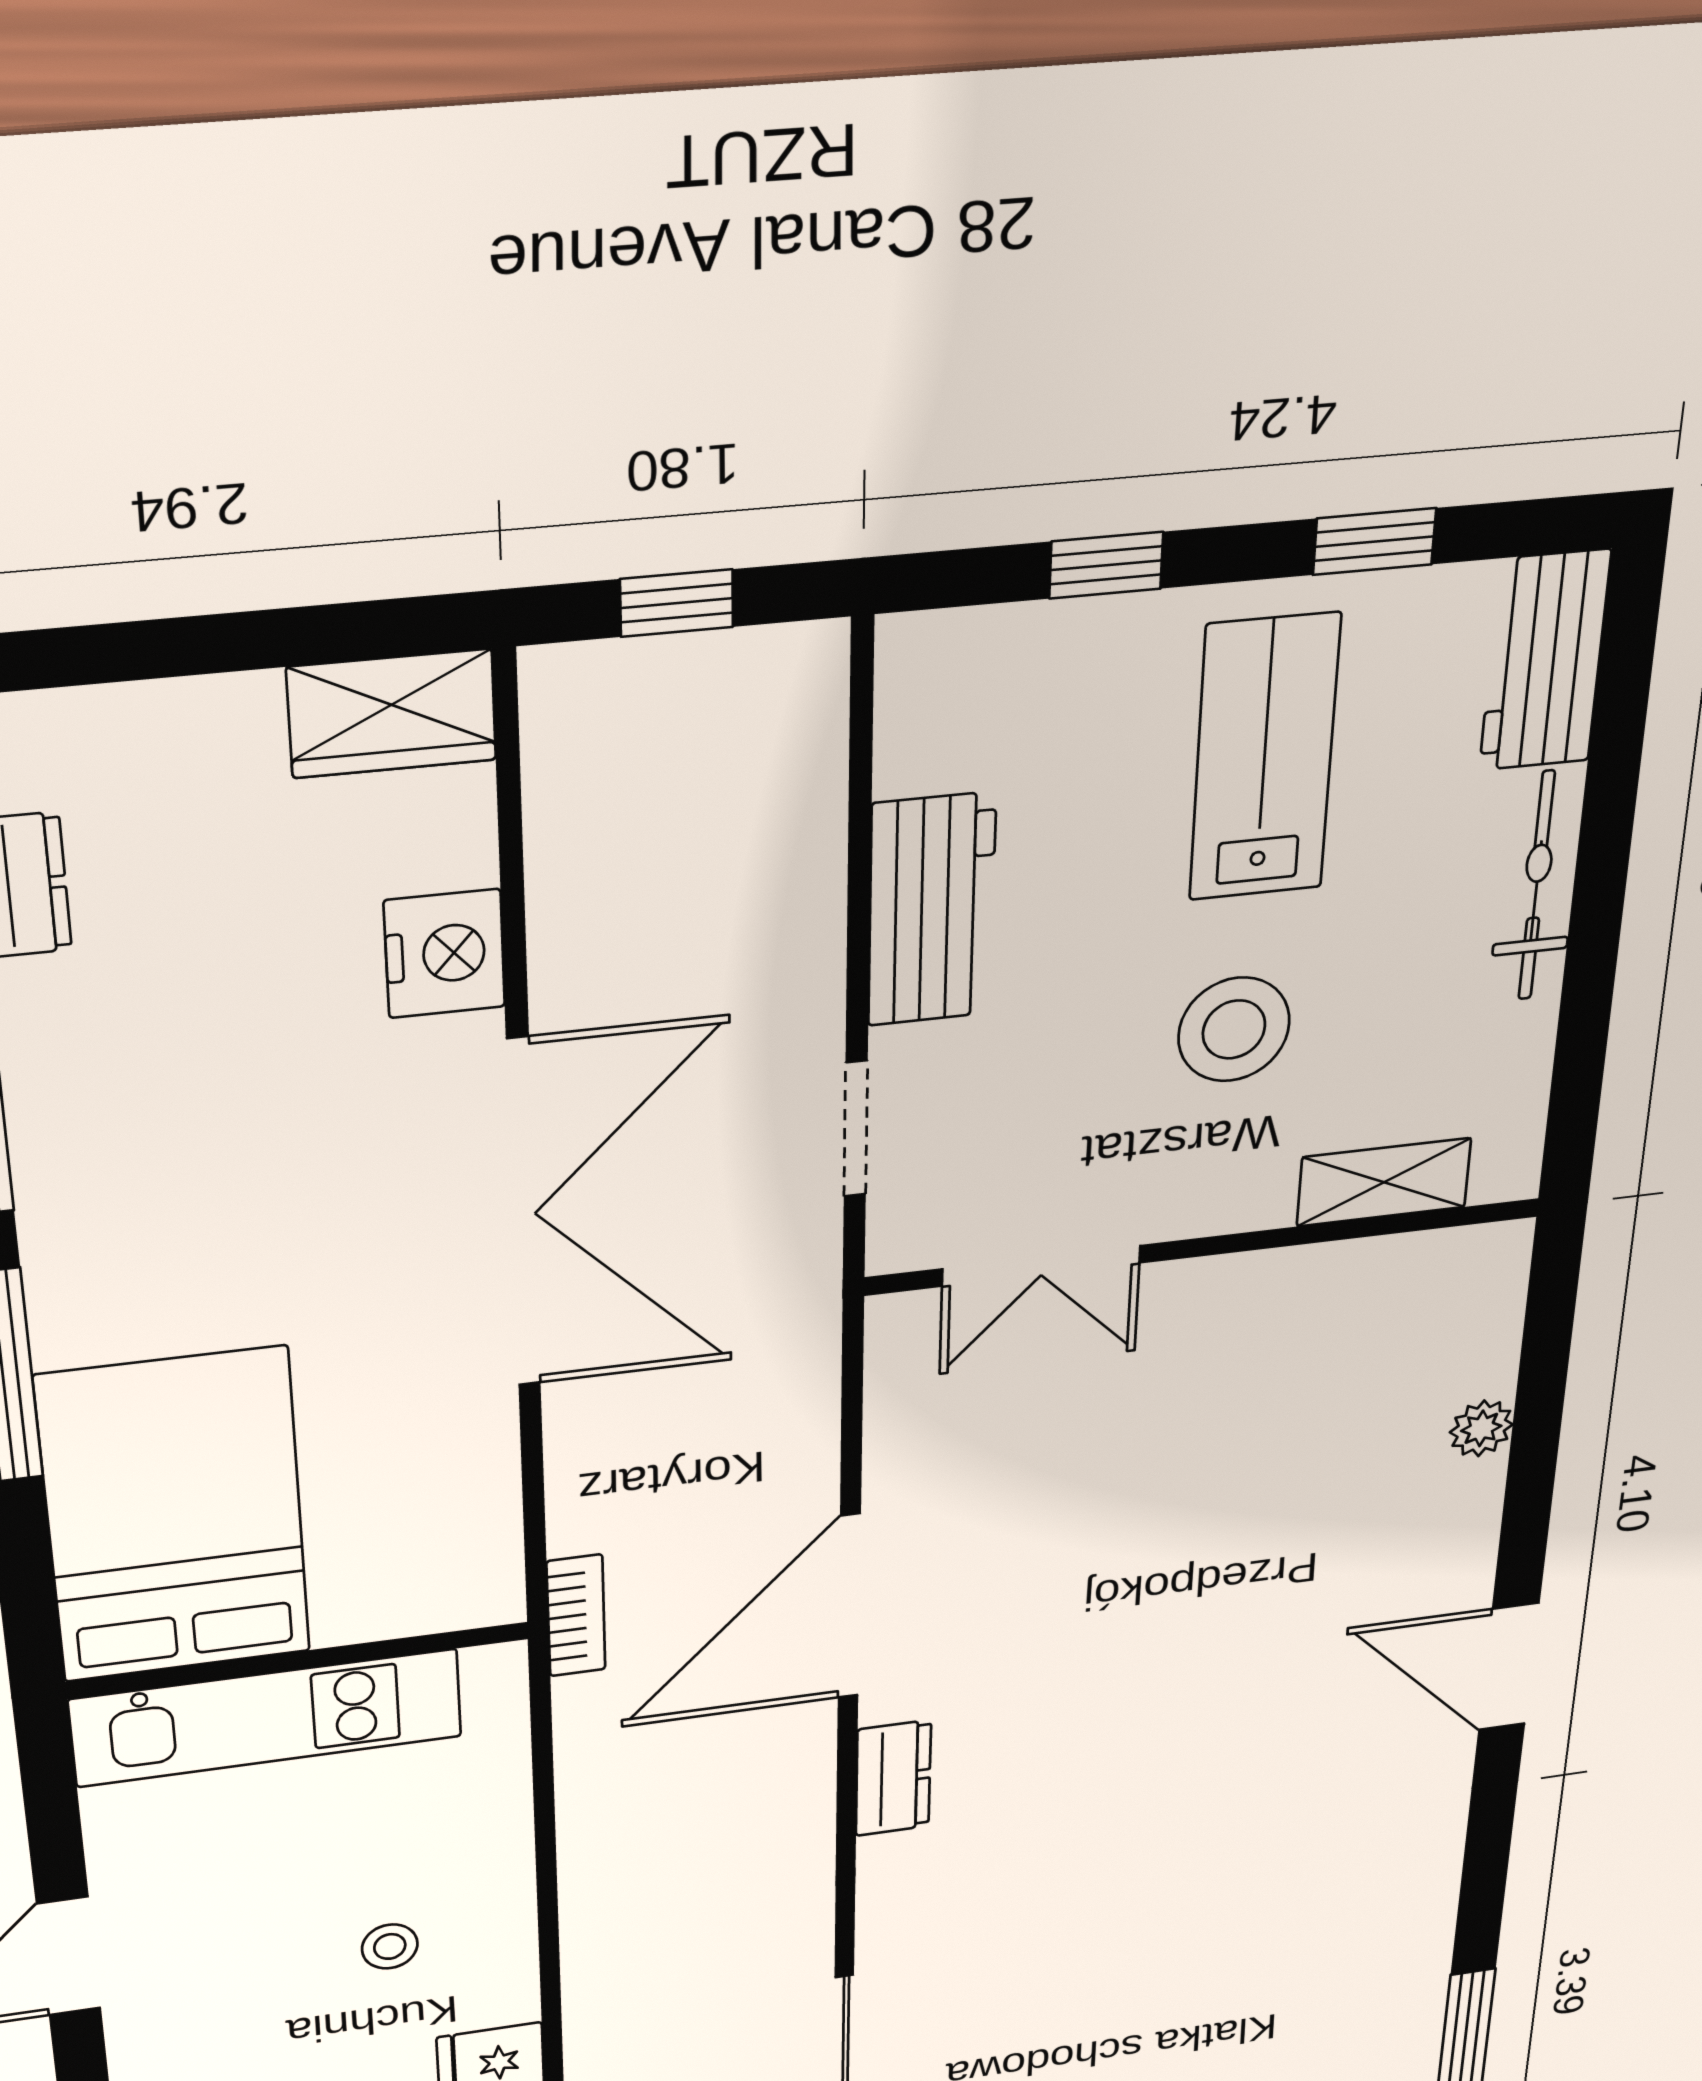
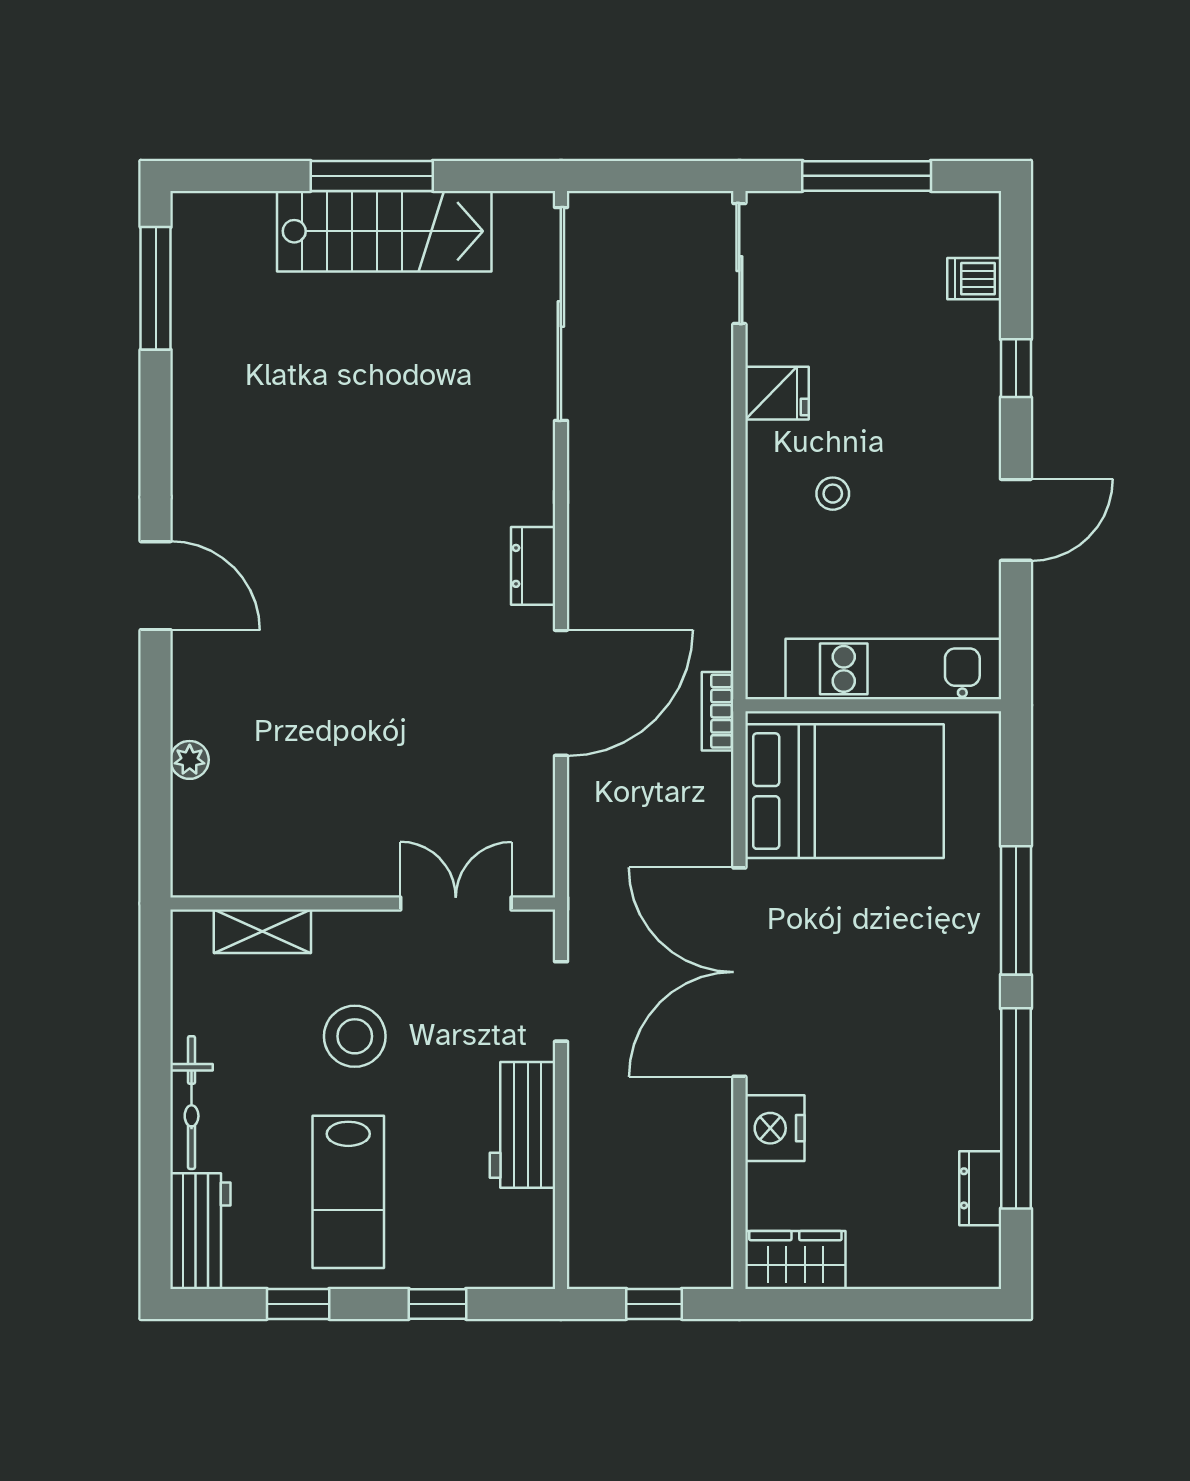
bed: (175, 1516) -> (845, 791), moved, turned -90

